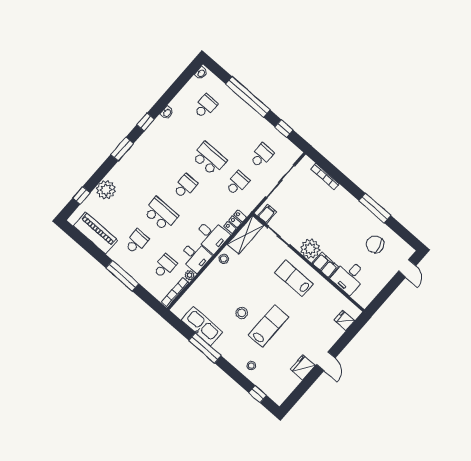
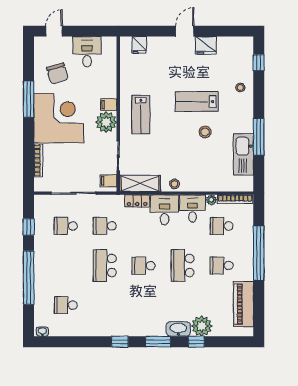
washbasin: (167, 113) -> (178, 329), moved, width x1.91, depth x1.45
window: (81, 195) -> (196, 342), moved
corner desk: (343, 218) -> (59, 118), added
filing cabinet: (325, 265) -> (109, 105), width x0.50
window: (122, 276) -> (259, 253), width x1.46
desk: (349, 277) -> (87, 52), moved, turned -90

